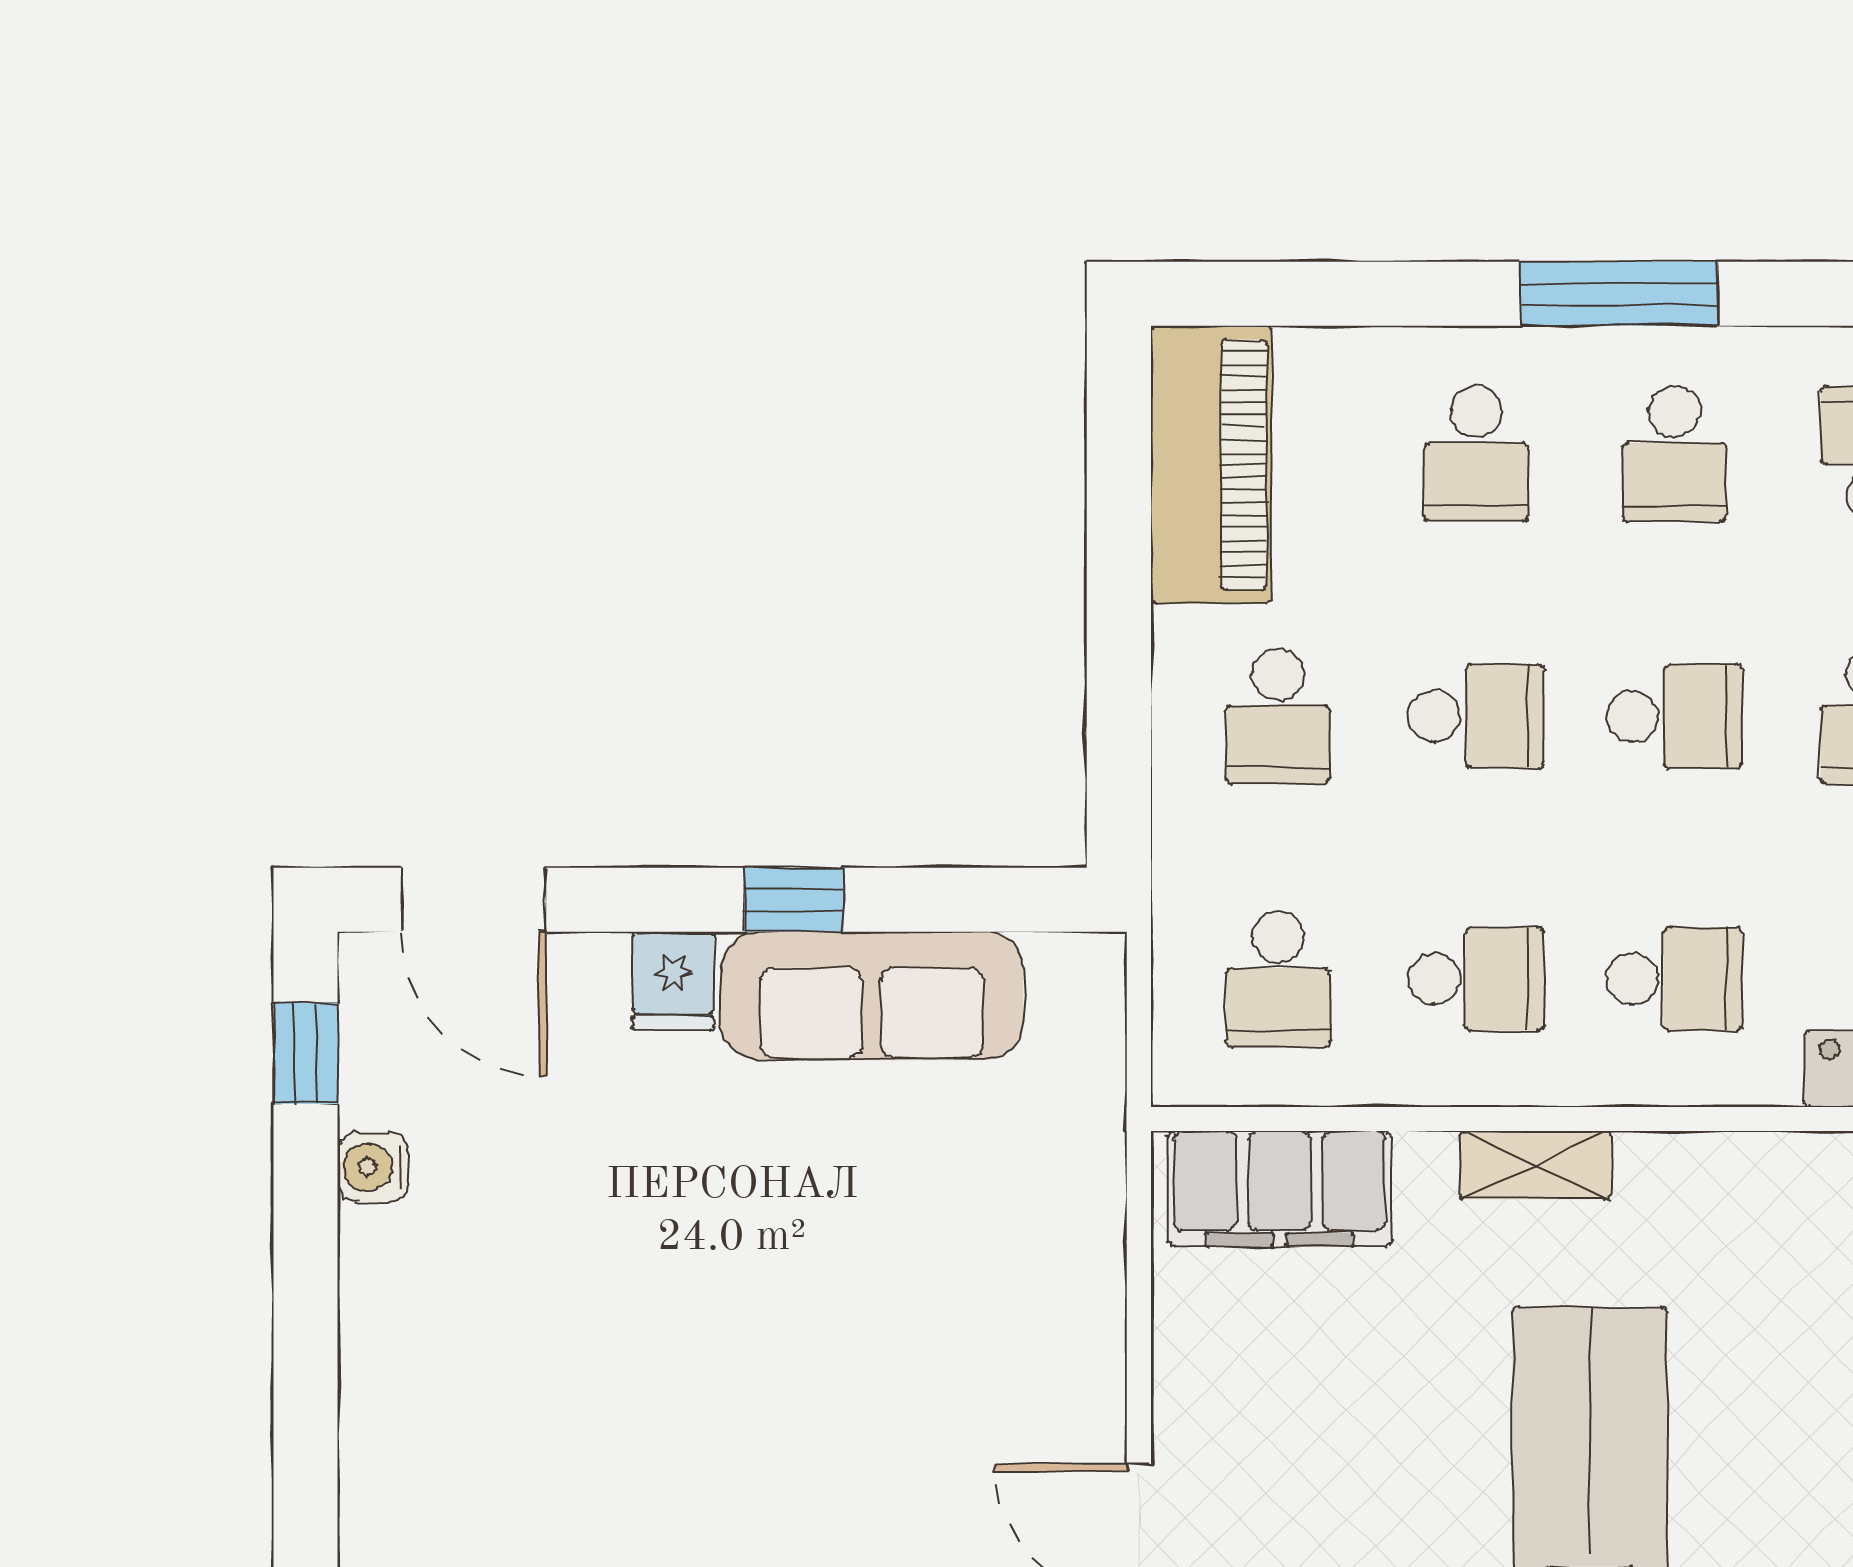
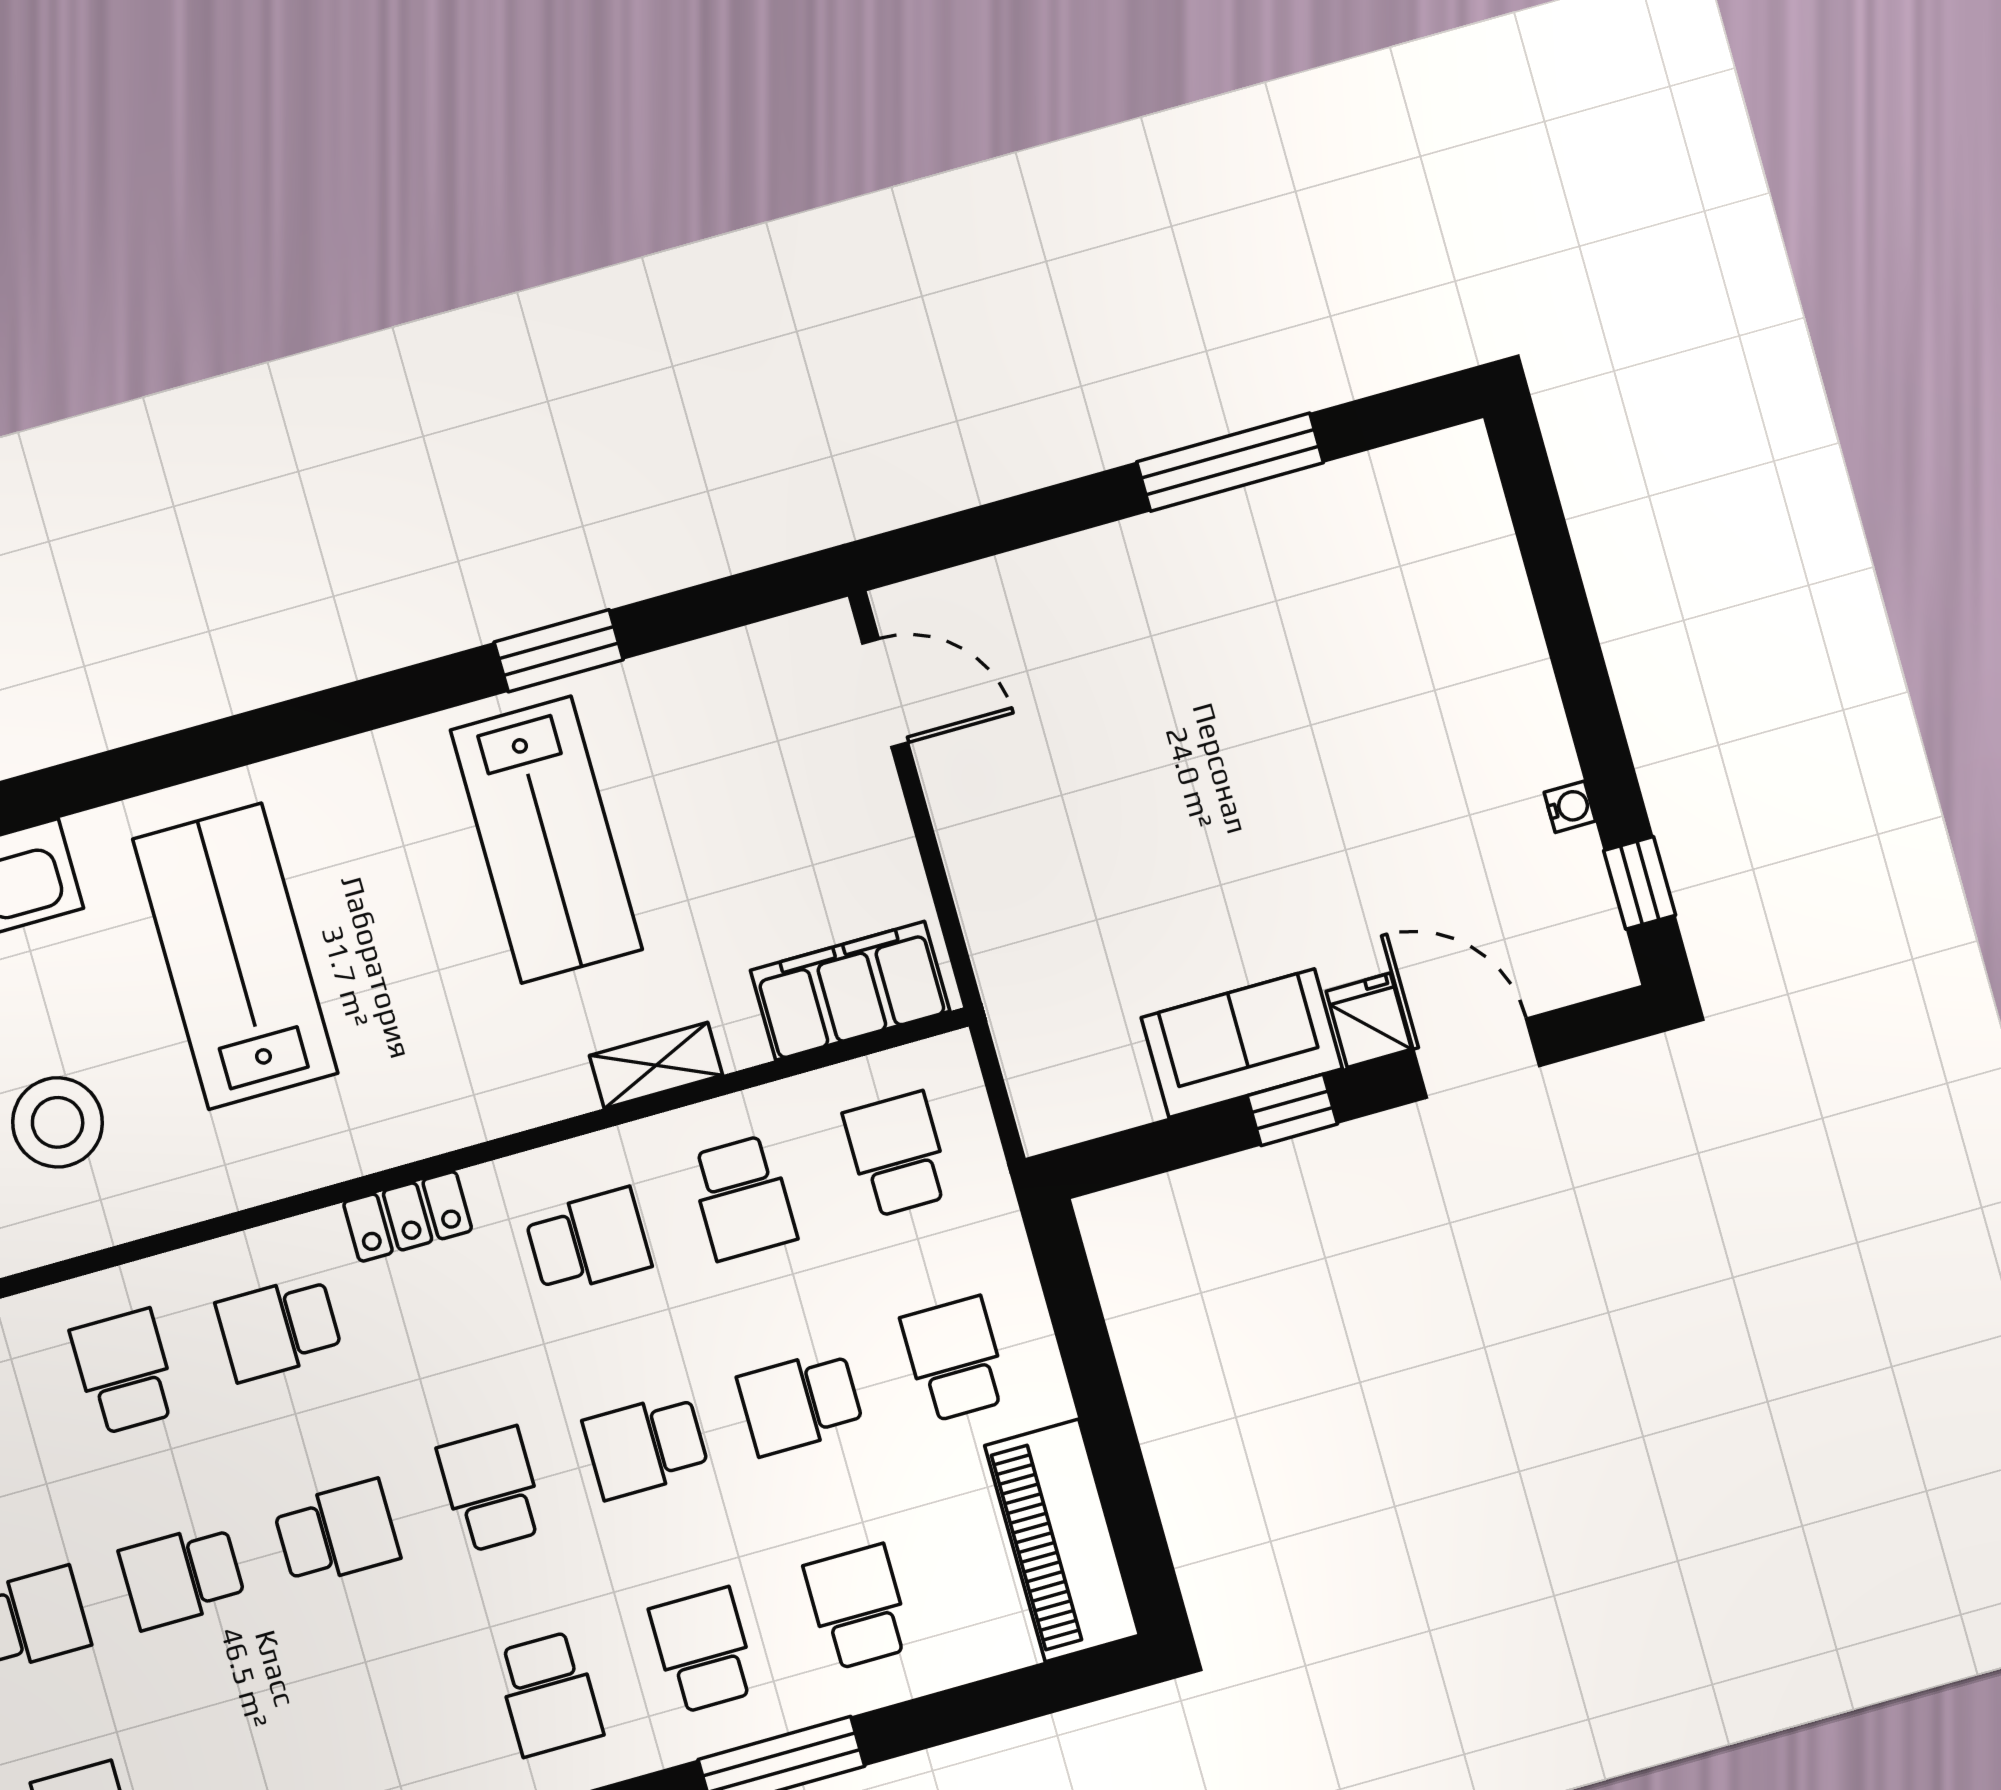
door: (474, 900) -> (1477, 1058), moved
school desk: (1476, 979) -> (743, 1198), turned -90
school desk: (1674, 979) -> (588, 1241), turned 180
sofa: (872, 996) -> (1242, 1043), width x0.73
water cooler: (373, 1167) -> (1570, 807), width x0.72, depth x0.72

